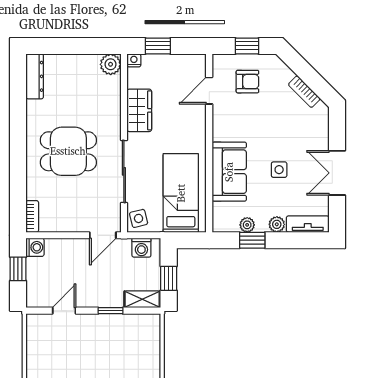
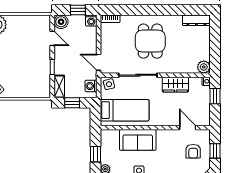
plant: (247, 225) -> (105, 151), removed
boiler: (37, 296) -> (61, 22), added

